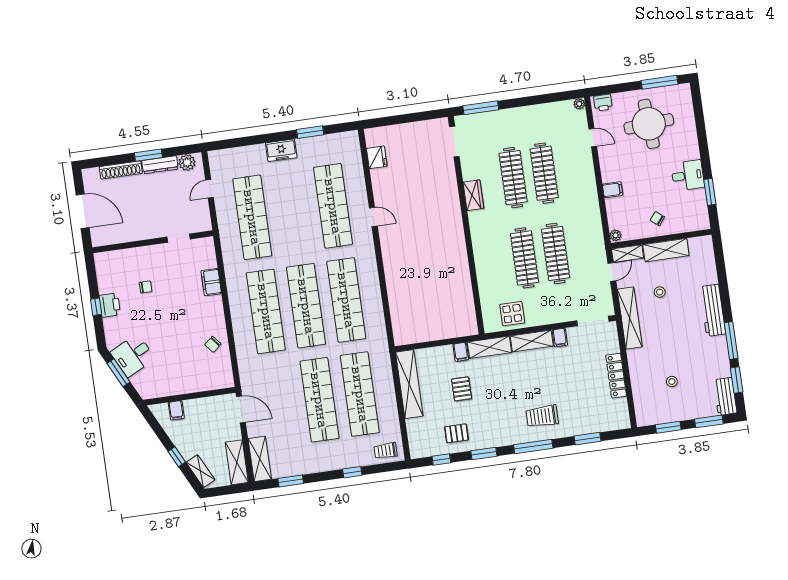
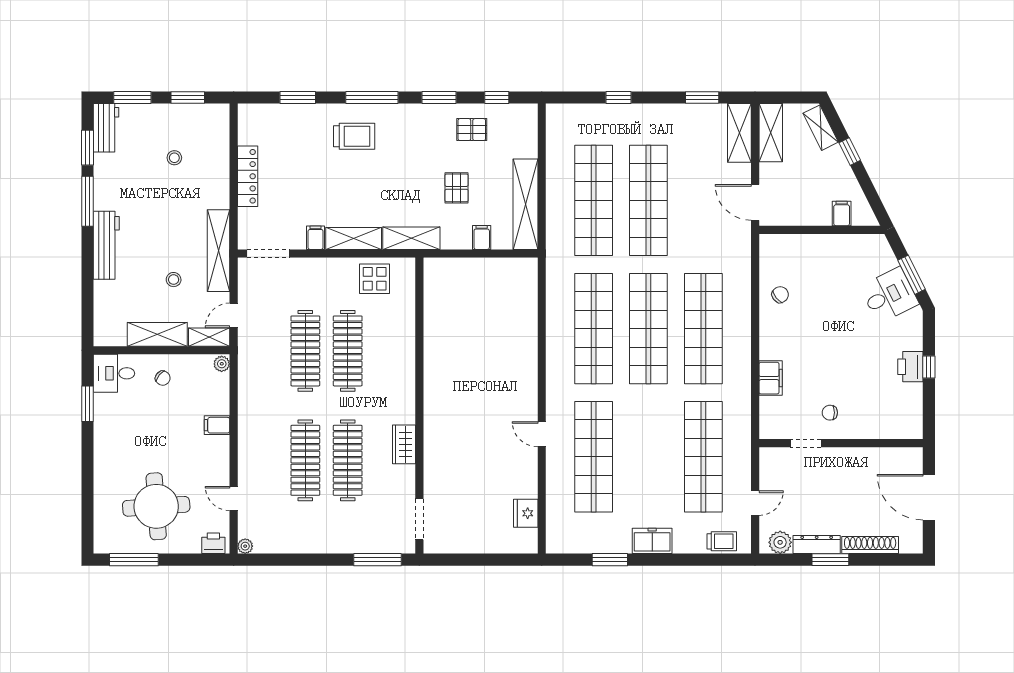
desk: (688, 175) -> (114, 373), moved
chair: (146, 287) -> (830, 413), moved
filing cabinet: (461, 352) -> (482, 237), moved
trolley: (386, 451) -> (722, 541), moved

